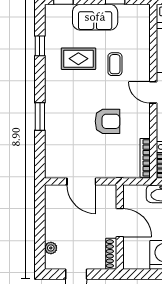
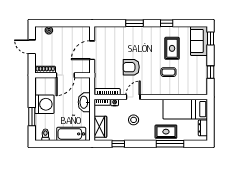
sofa: (95, 17) -> (199, 41), moved
window: (40, 46) -> (167, 23), moved
door: (153, 92) -> (133, 97), moved
armchair: (107, 121) -> (131, 67), turned 90

